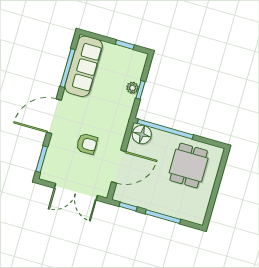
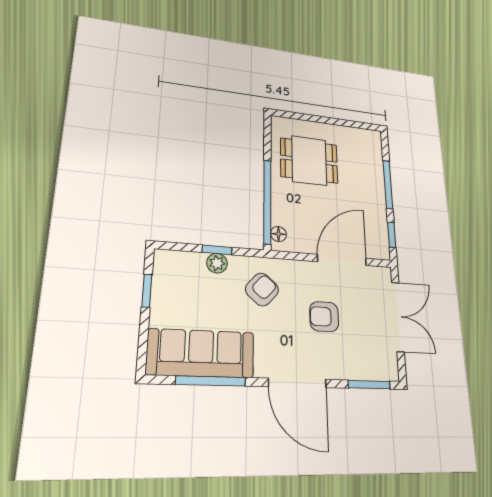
armchair: (111, 110) -> (262, 289), added
floor lamp: (142, 135) -> (278, 234), width x0.53, depth x0.53
armchair: (87, 144) -> (324, 317), turned -90
door: (119, 167) -> (342, 260), hinge flipped

